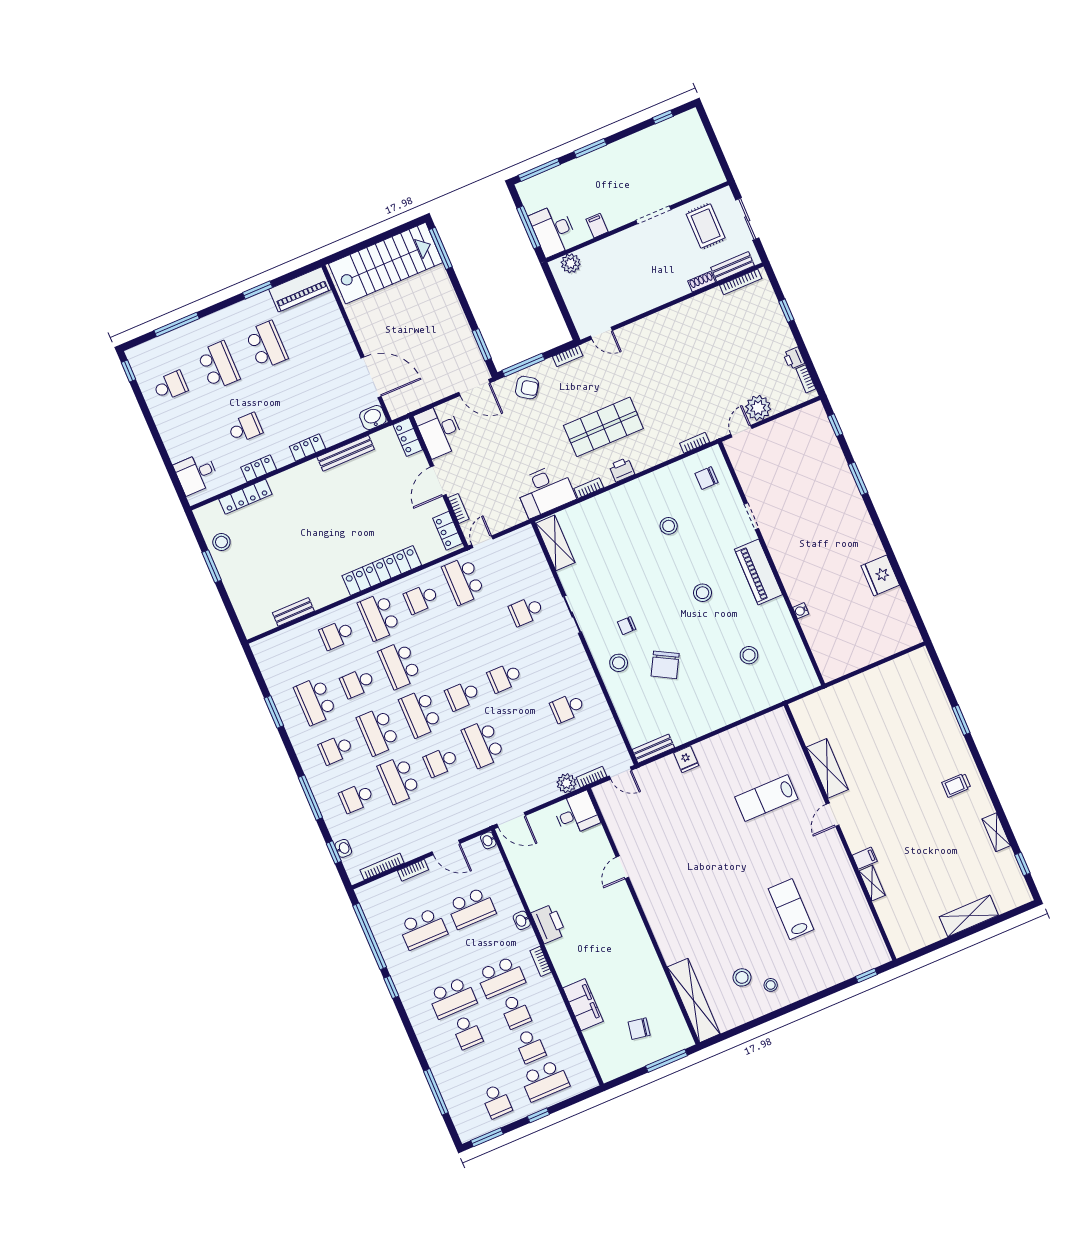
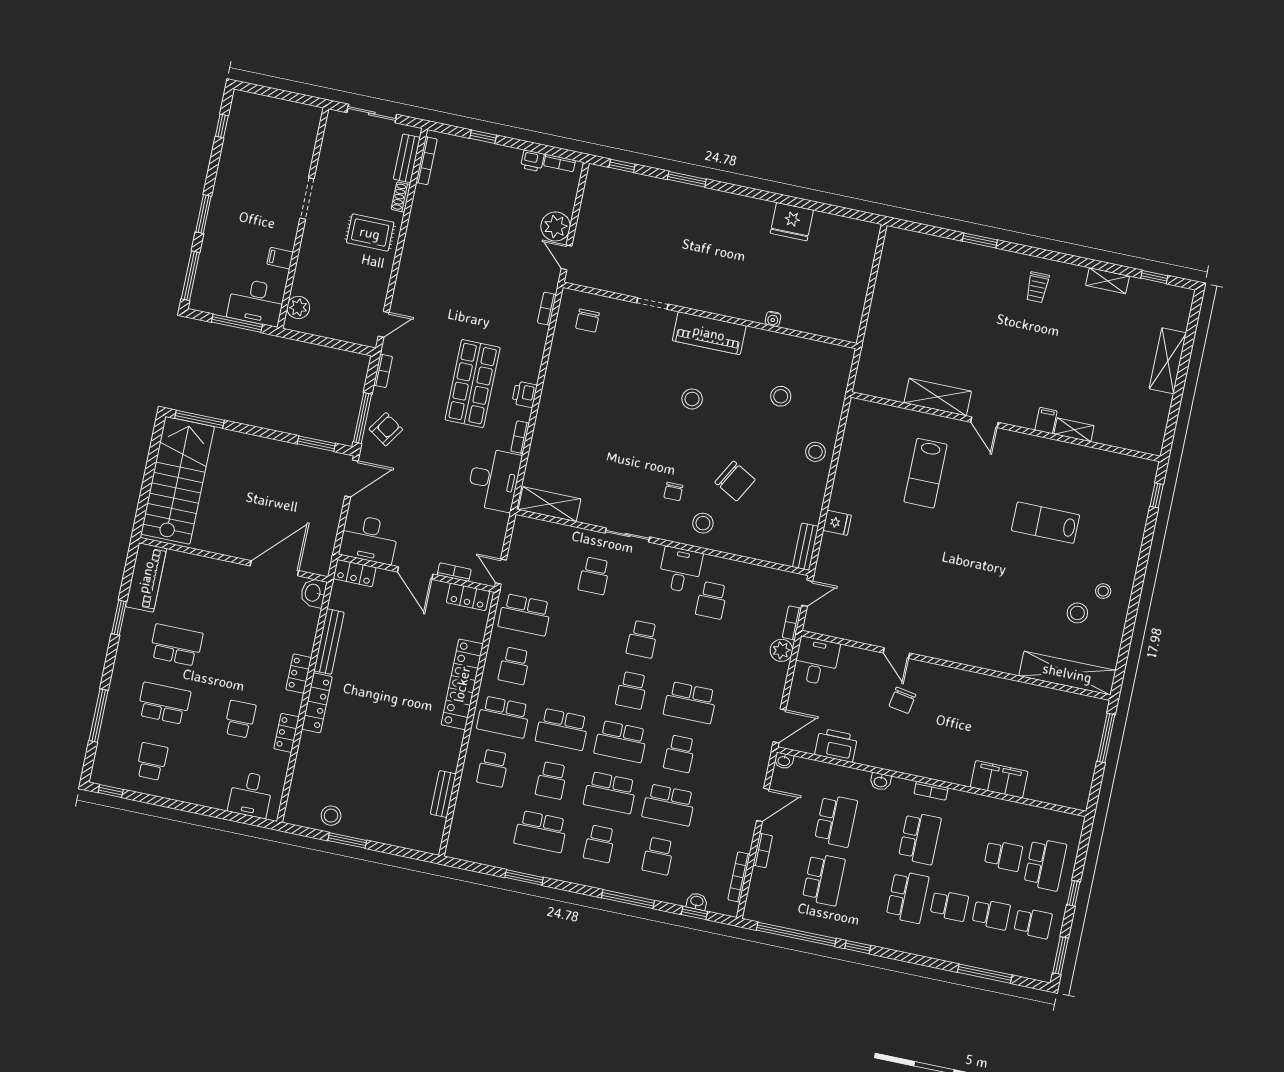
rug: (706, 226) -> (370, 233), moved
locker: (245, 497) -> (317, 703), moved
stool: (669, 526) -> (815, 452), moved
desk: (574, 670) -> (680, 570), added
printer: (549, 924) -> (836, 745), moved
school desk: (515, 1012) -> (991, 914), moved
chair: (639, 1029) -> (902, 700), moved

